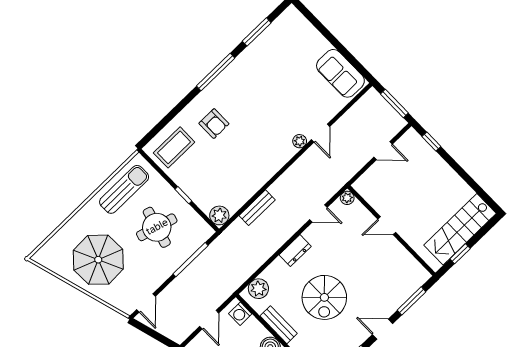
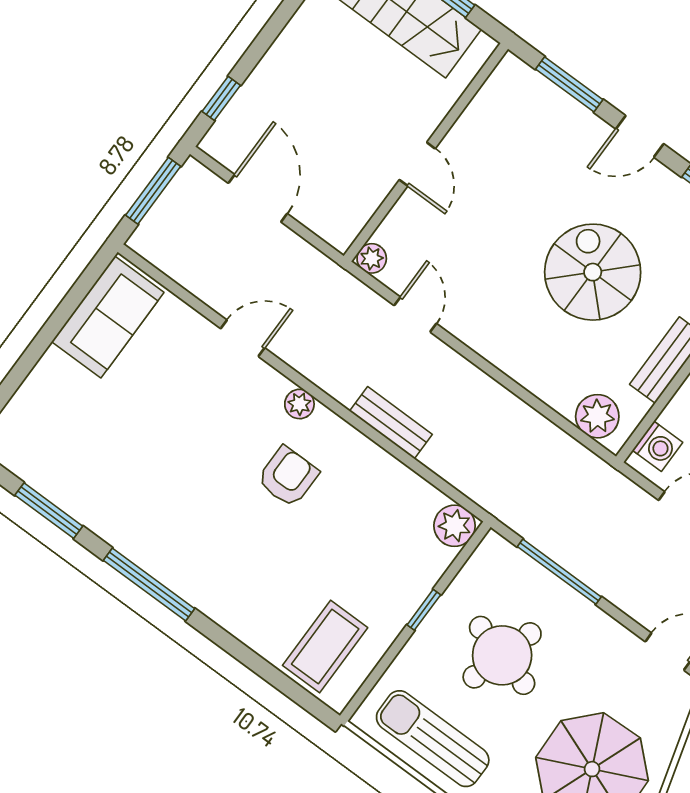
armchair: (214, 124) -> (288, 477), moved
plant: (300, 141) -> (299, 404), moved
coffee table: (174, 147) -> (325, 647), turned 90
door: (383, 151) -> (258, 198), width x1.38
bench: (257, 208) -> (391, 423), moved
dresser: (295, 251) -> (503, 351), removed
spiral stairs: (324, 297) -> (593, 272), turned -90
door: (383, 329) -> (640, 136), hinge flipped

